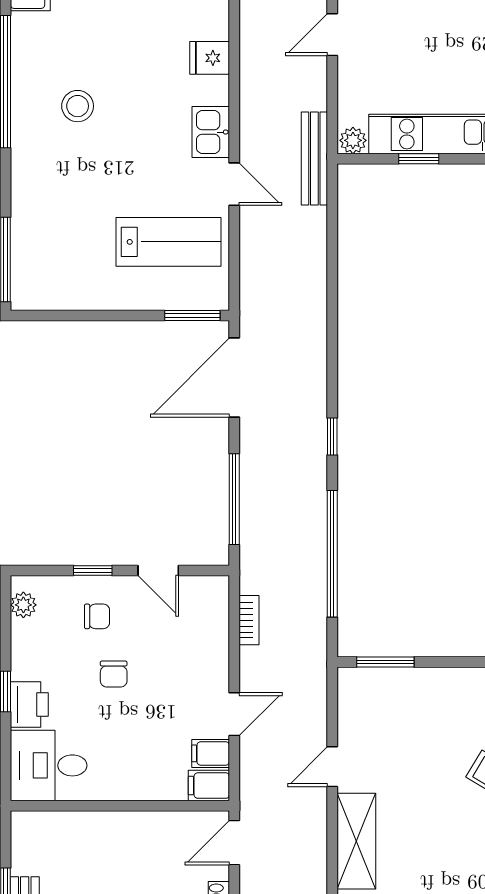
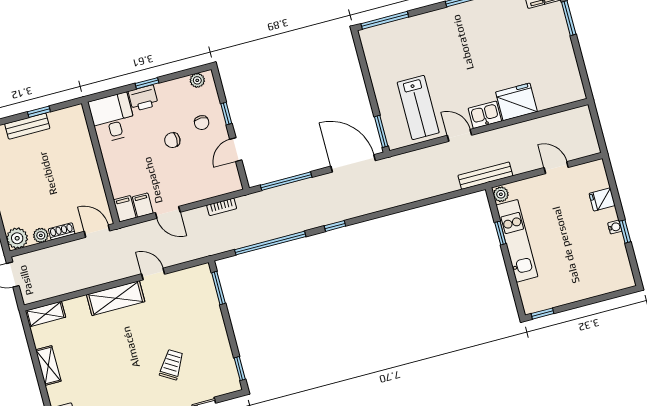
fridge: (210, 58) -> (516, 102), width x1.88, depth x1.34
stool: (78, 106) -> (480, 38), removed
door: (234, 184) -> (460, 135), swing flipped

